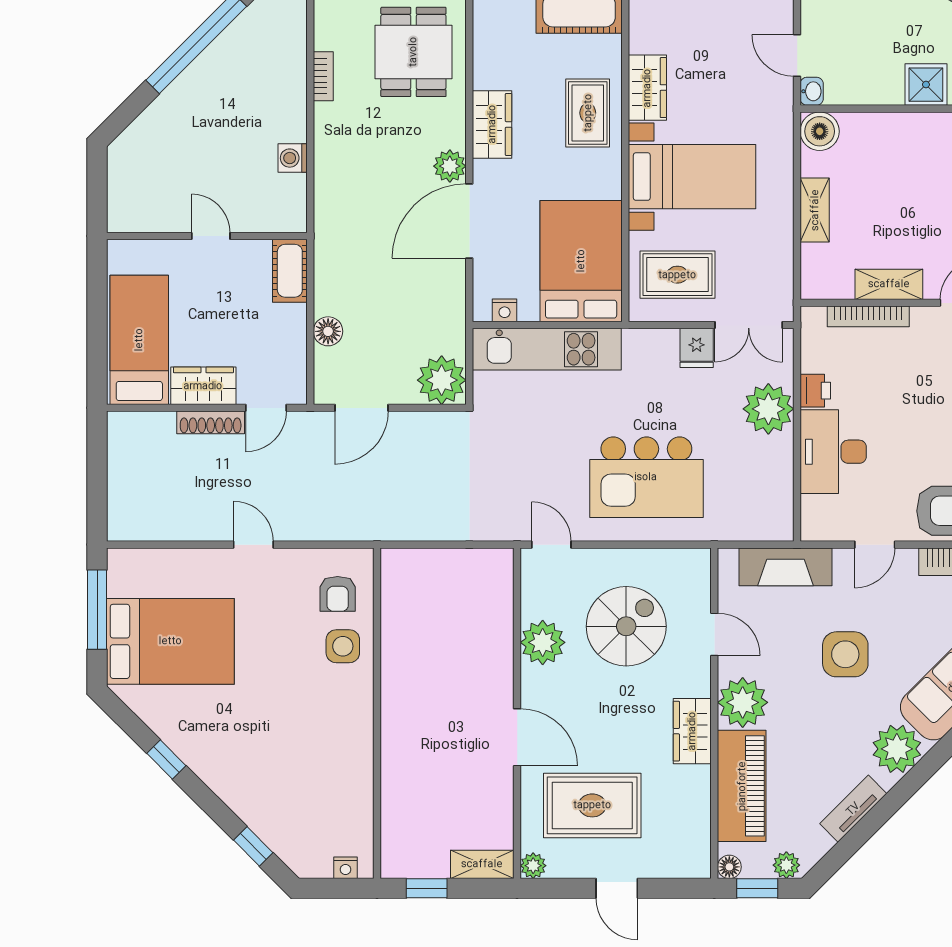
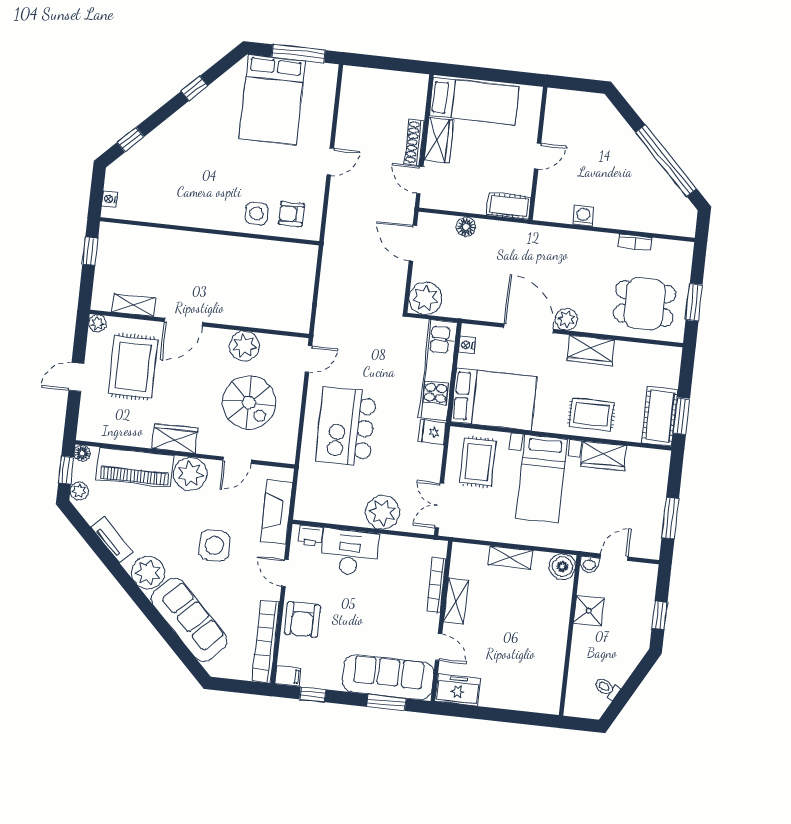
shower: (926, 85) -> (589, 611), moved
fridge: (697, 348) -> (432, 432), moved
printer: (815, 391) -> (310, 536), moved
shelving: (482, 864) -> (134, 305), moved, turned 90

